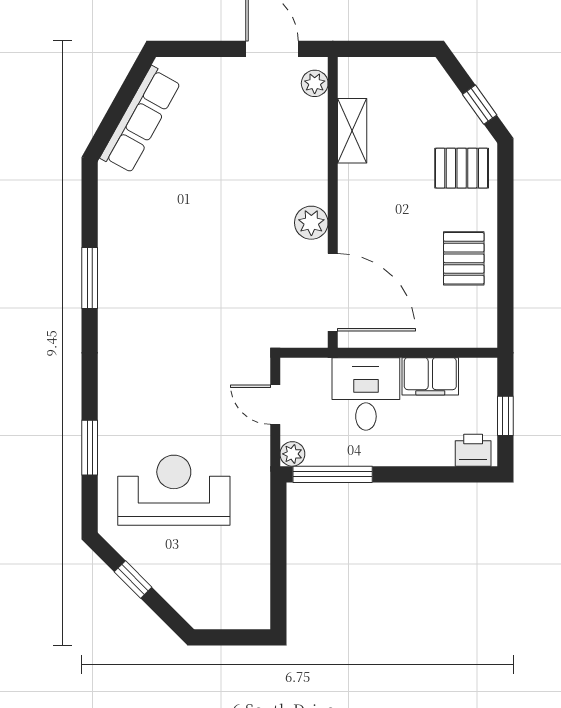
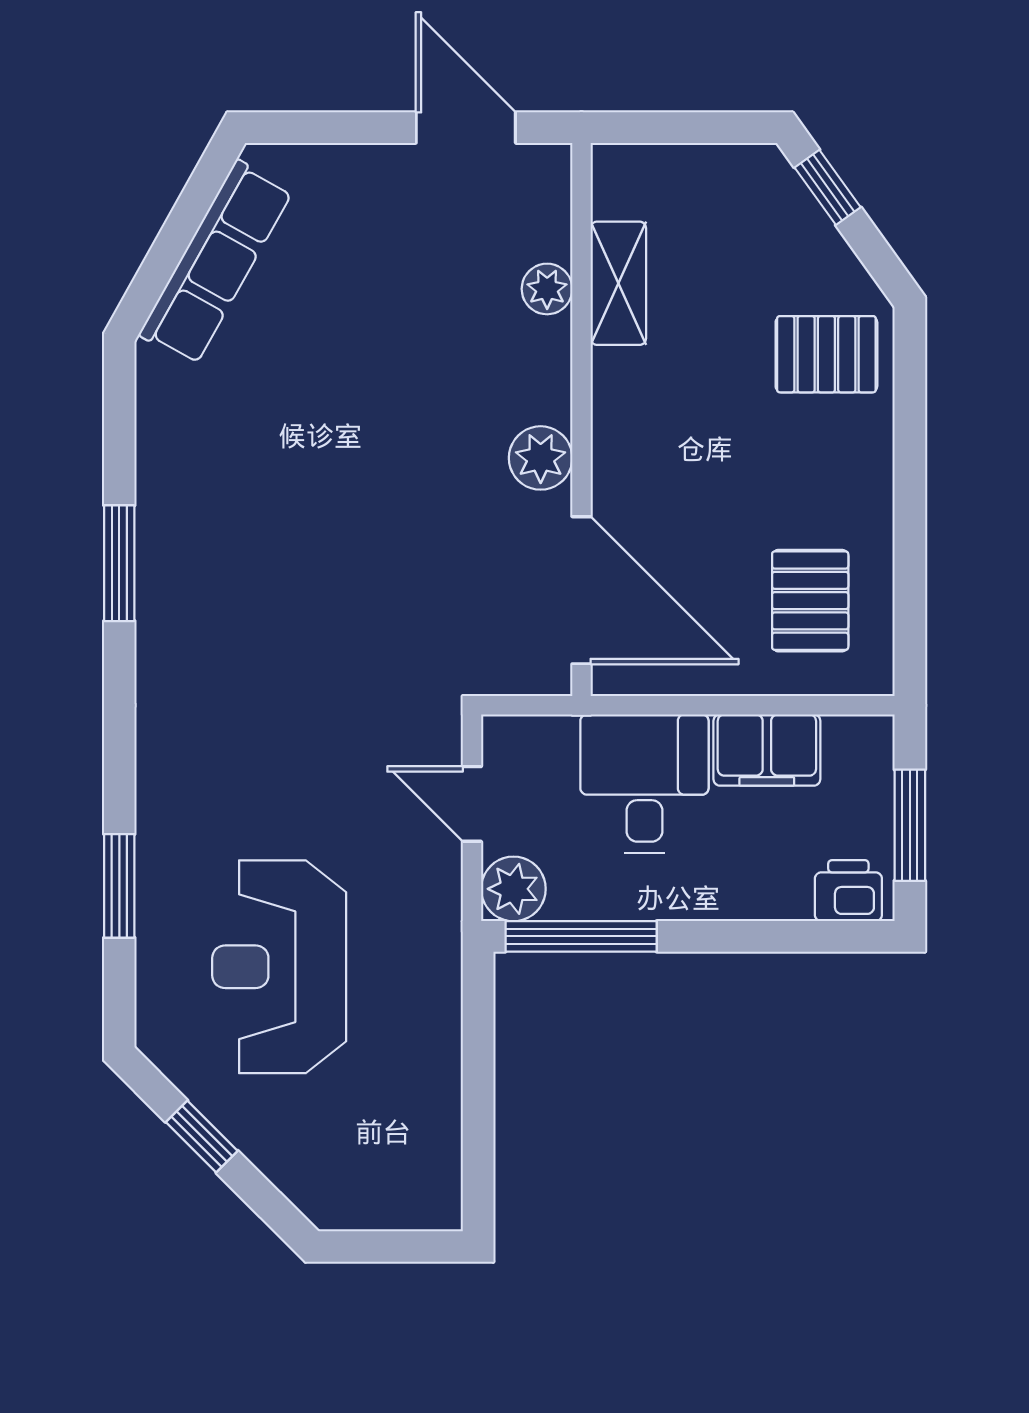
plant: (315, 83) -> (547, 289), moved
window: (480, 105) -> (828, 187), moved
pallet: (464, 258) -> (810, 601), moved
window: (505, 416) -> (910, 825), width x1.50
plant: (292, 454) -> (513, 889), width x1.38, depth x1.38
reception desk: (174, 490) -> (279, 967), turned -90

